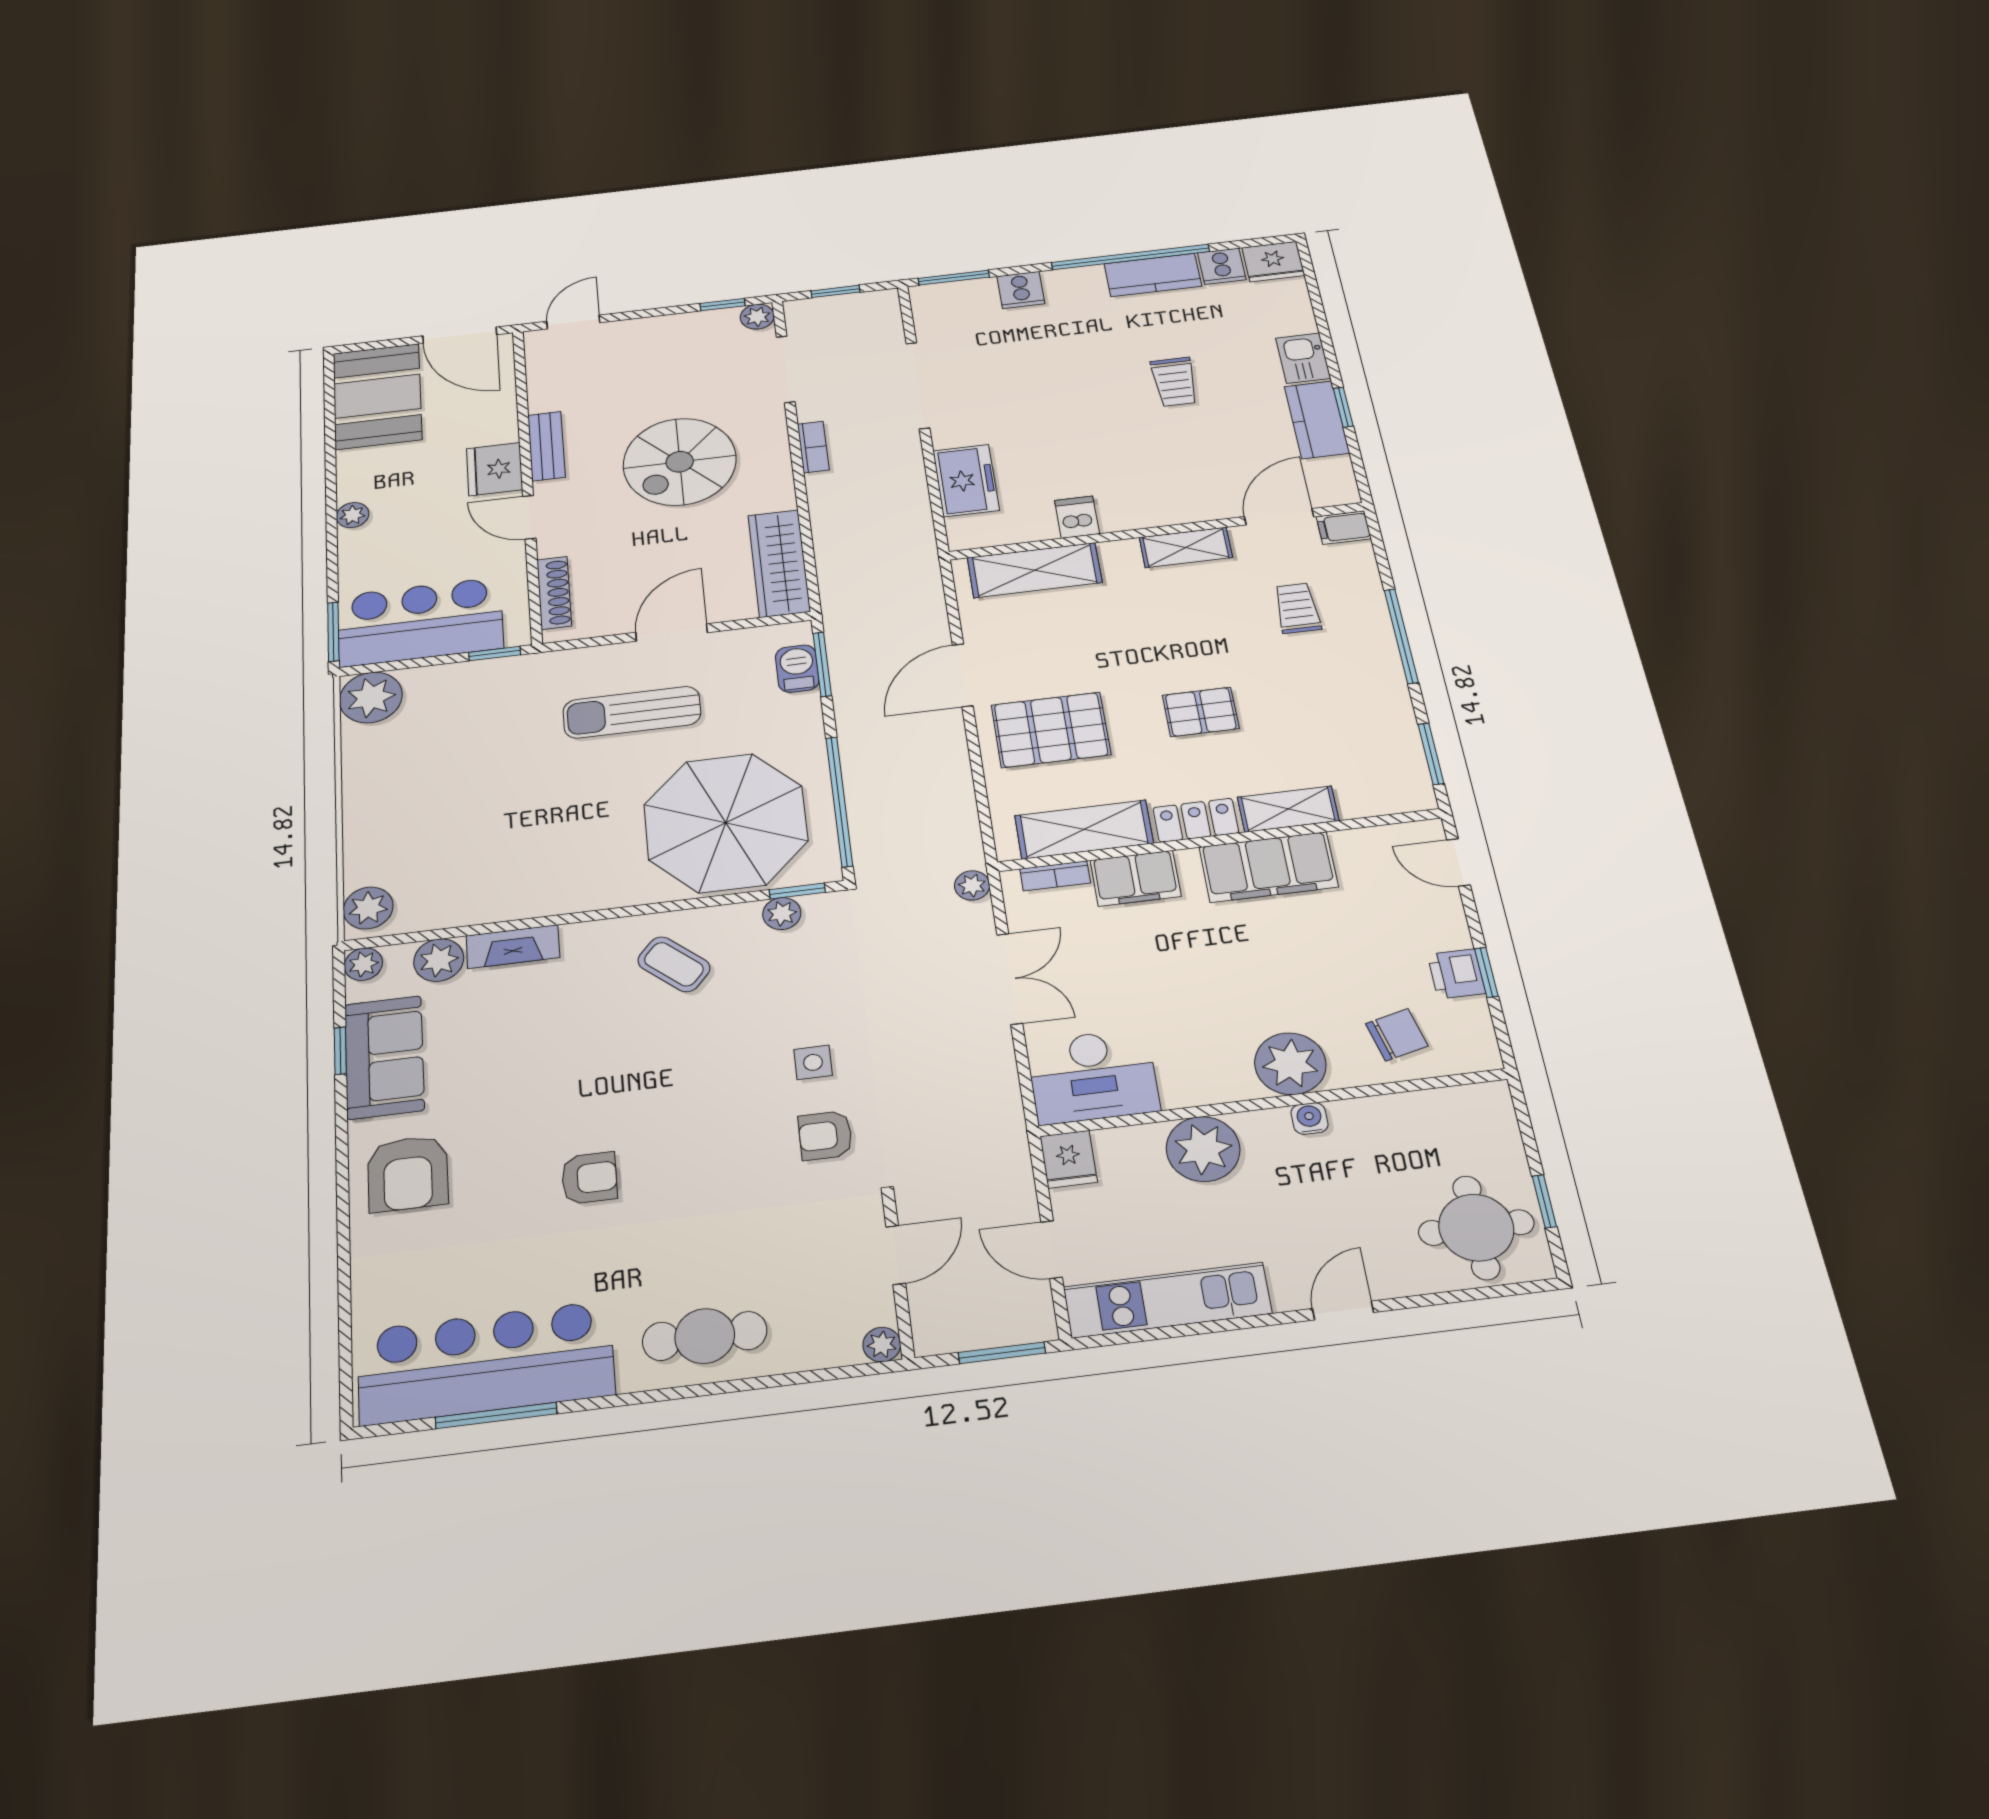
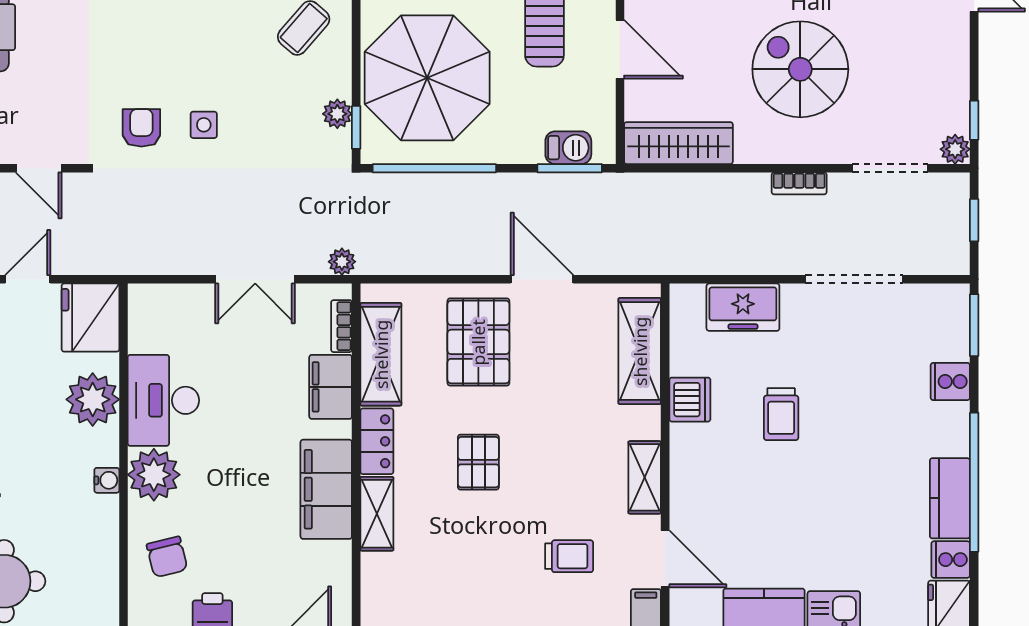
trolley: (1174, 382) -> (781, 414), moved, turned -90
dishwasher: (1077, 517) -> (690, 400), width x1.38
desk: (1093, 1076) -> (163, 400), moved
fridge: (1069, 1159) -> (90, 318), width x1.88, depth x1.34

